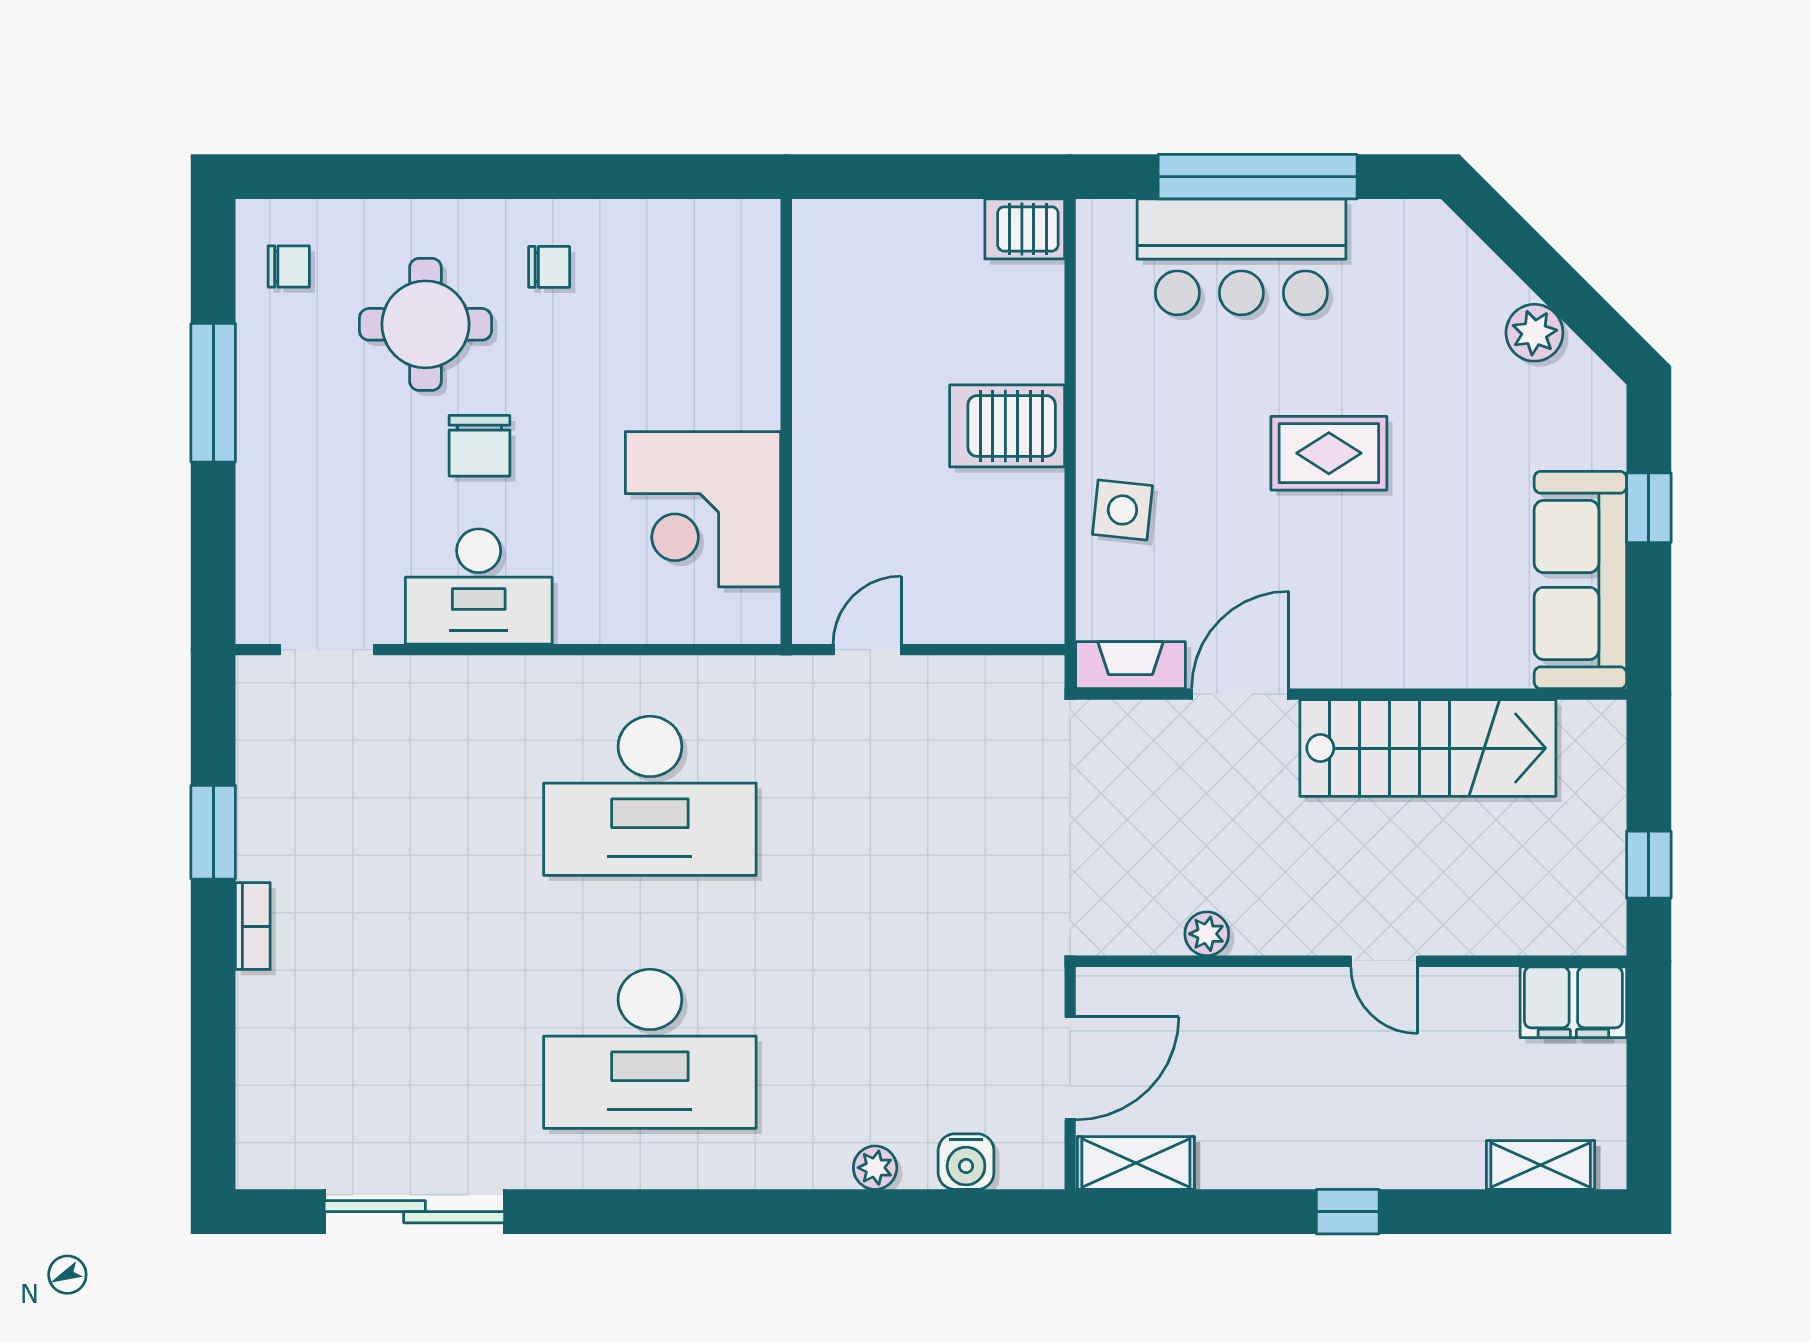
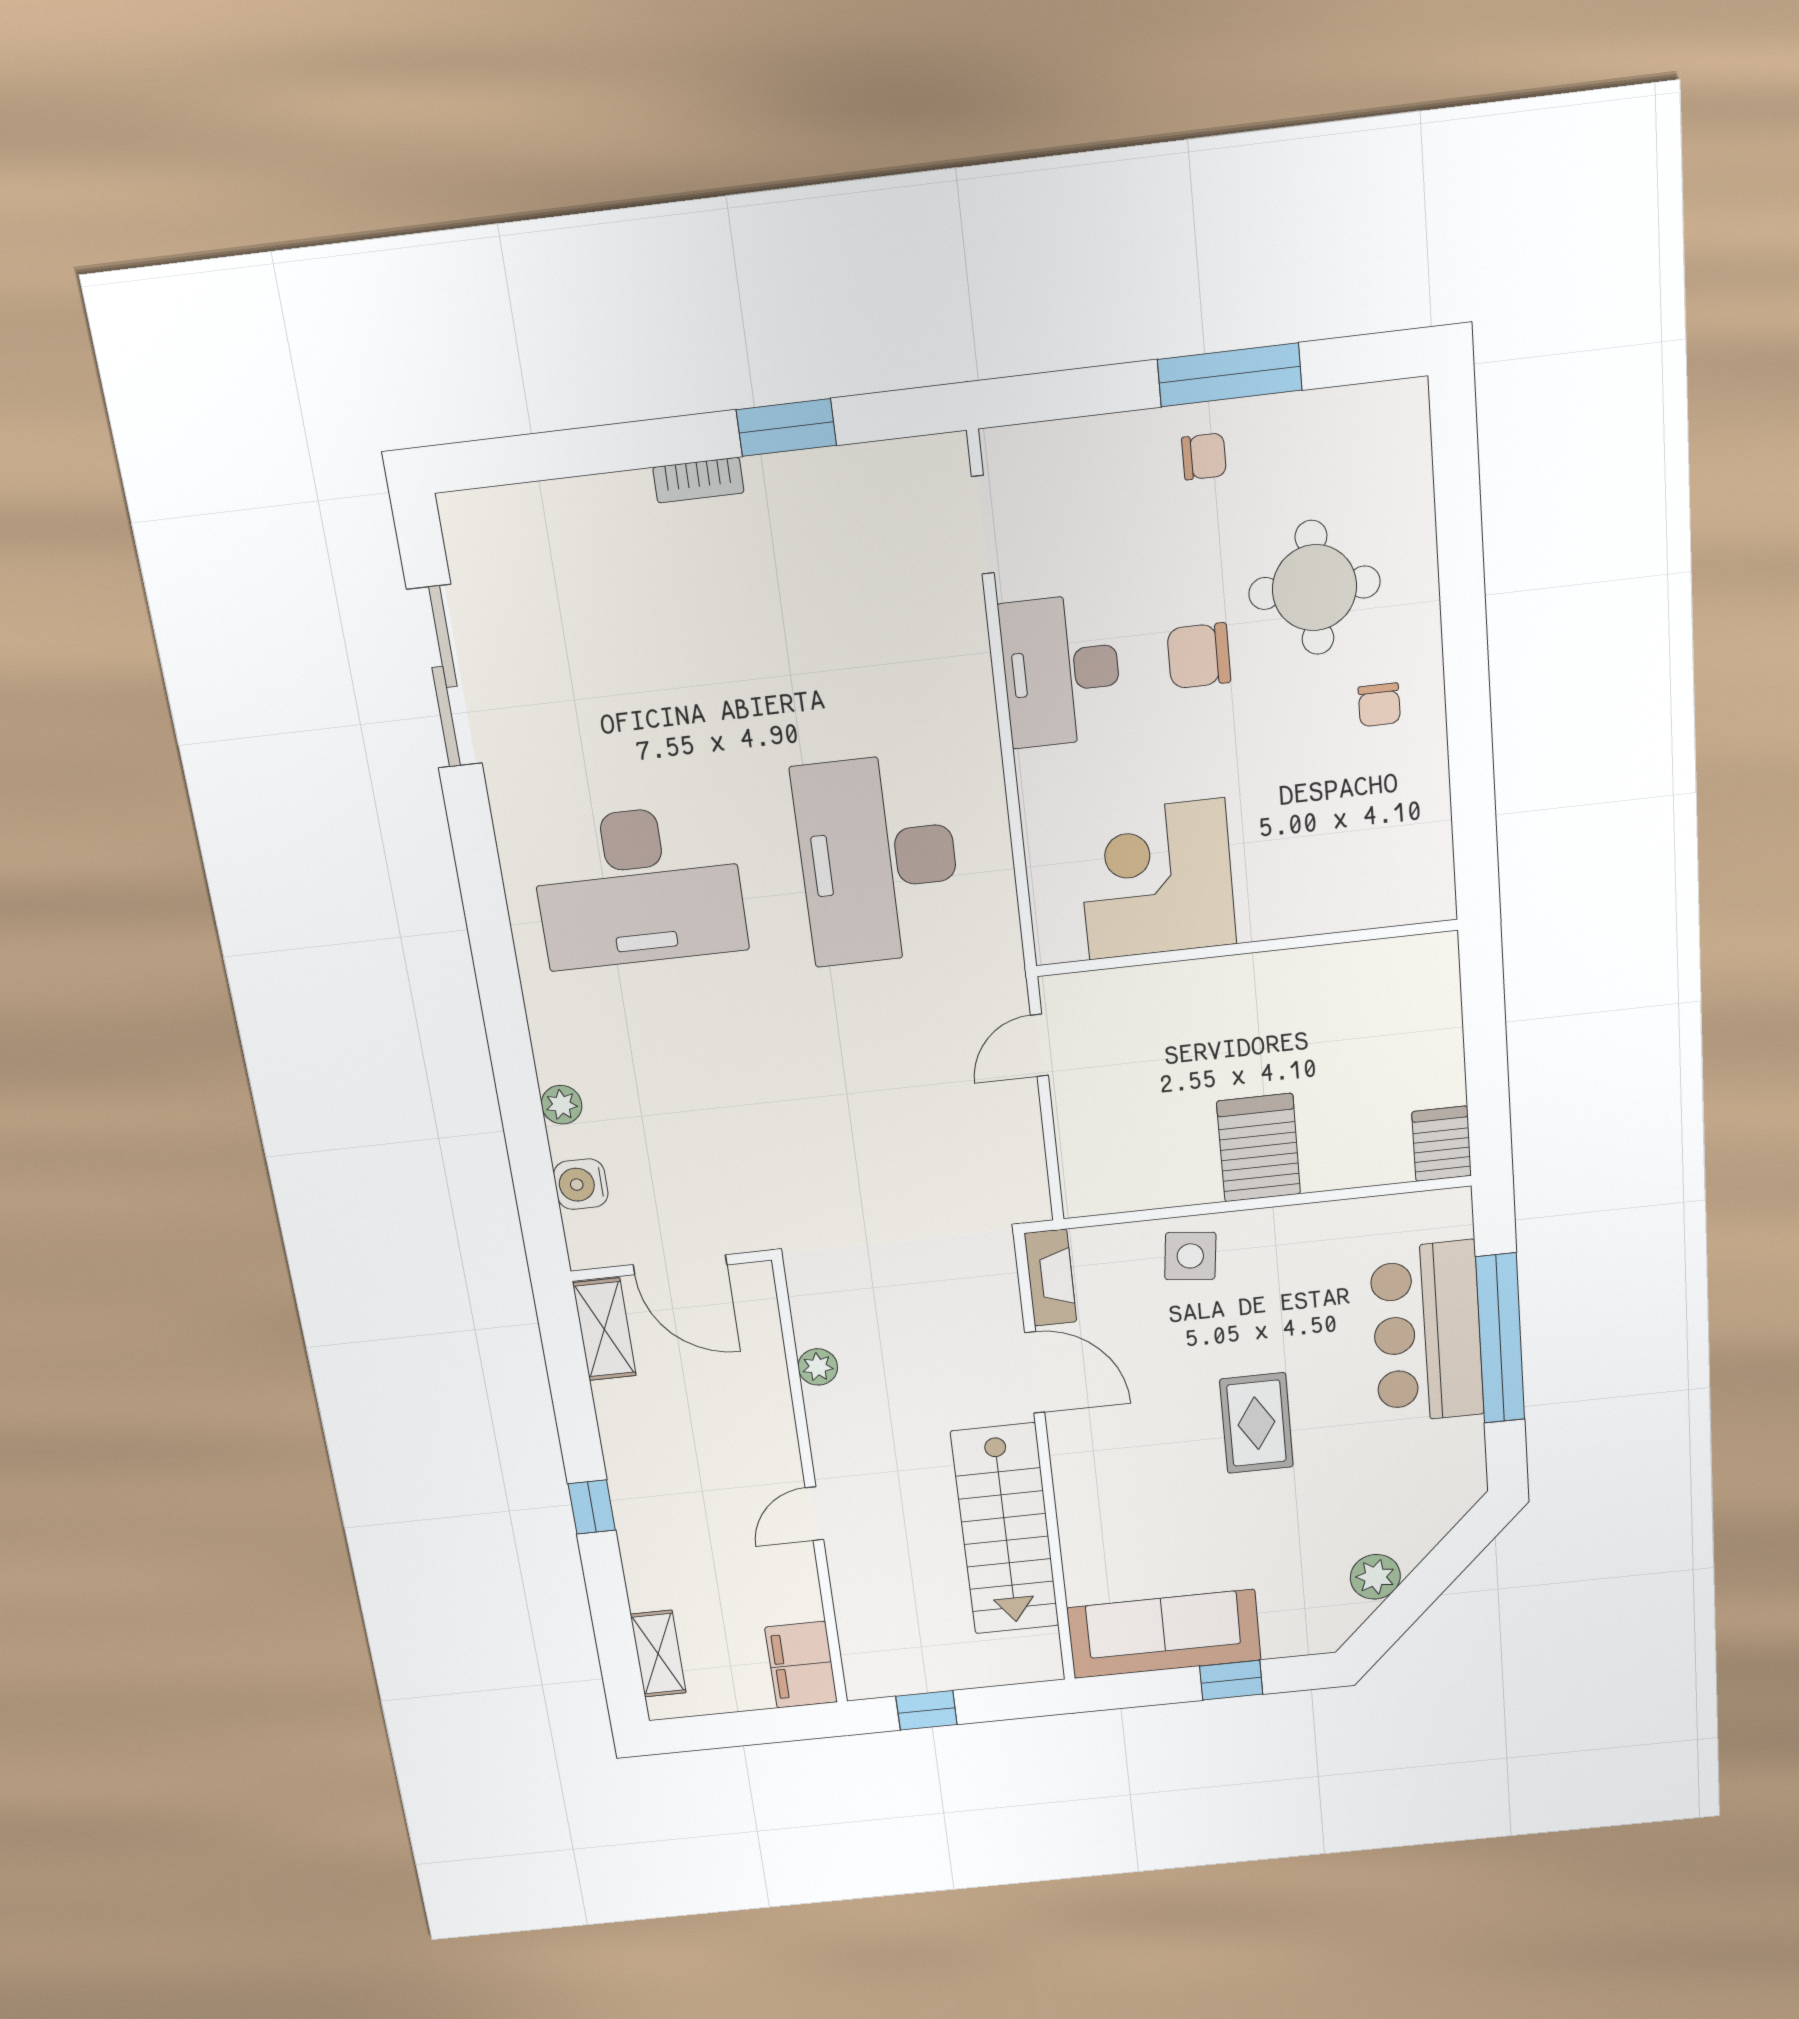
chair: (289, 267) -> (1204, 456), moved, turned -90
door: (867, 650) -> (1039, 1045), swing flipped
desk: (650, 1049) -> (638, 887), turned -90

